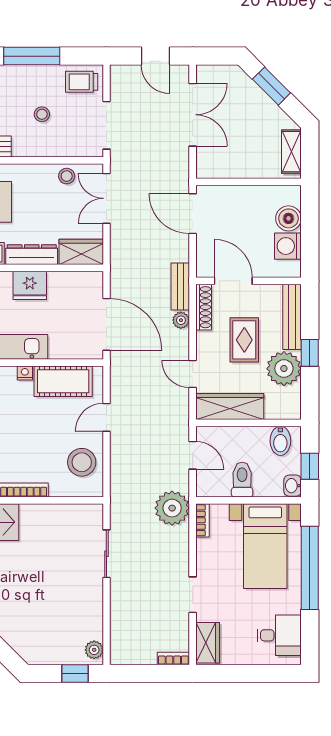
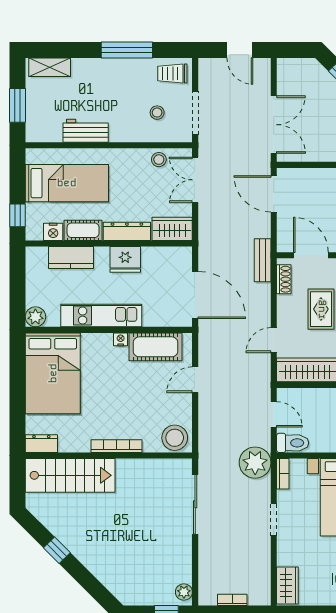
stool: (42, 114) -> (157, 113), moved
double door: (193, 115) -> (274, 125), moved
shoe rack: (204, 307) -> (284, 279), width x0.70
plant: (181, 320) -> (263, 291), removed
door: (193, 374) -> (274, 340), hinge flipped
stool: (82, 462) -> (175, 438), moved
toilet: (242, 480) -> (293, 443), moved, turned 90
sliding door: (106, 554) -> (195, 504), width x1.37
doorway: (193, 595) -> (274, 520), moved
bookcase: (173, 658) -> (232, 600), moved

